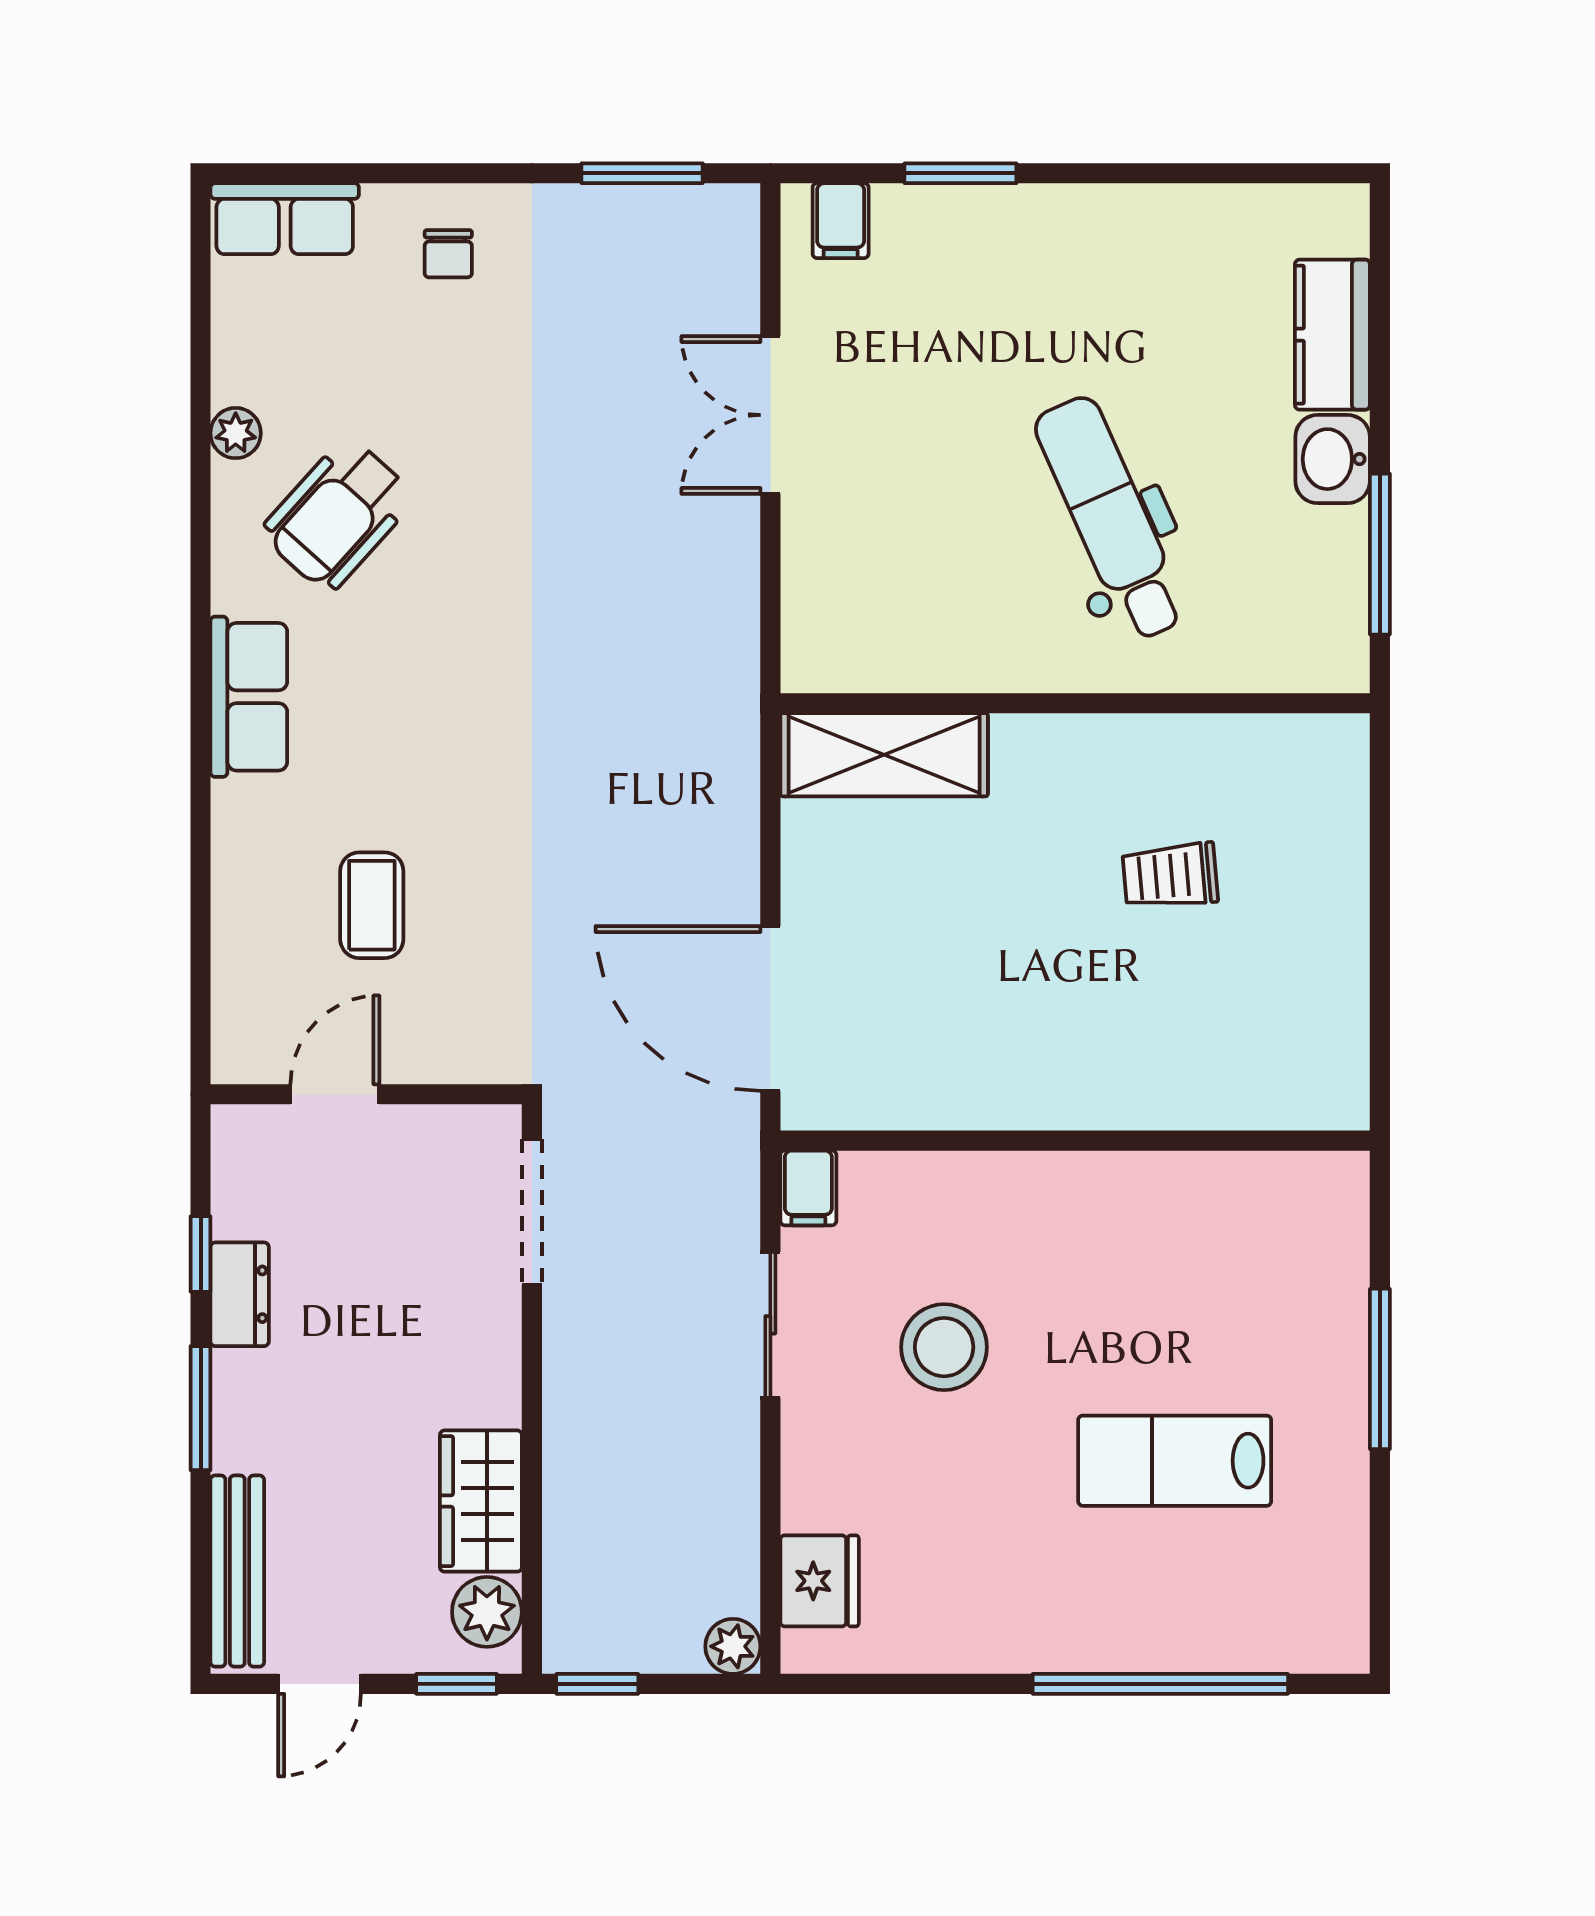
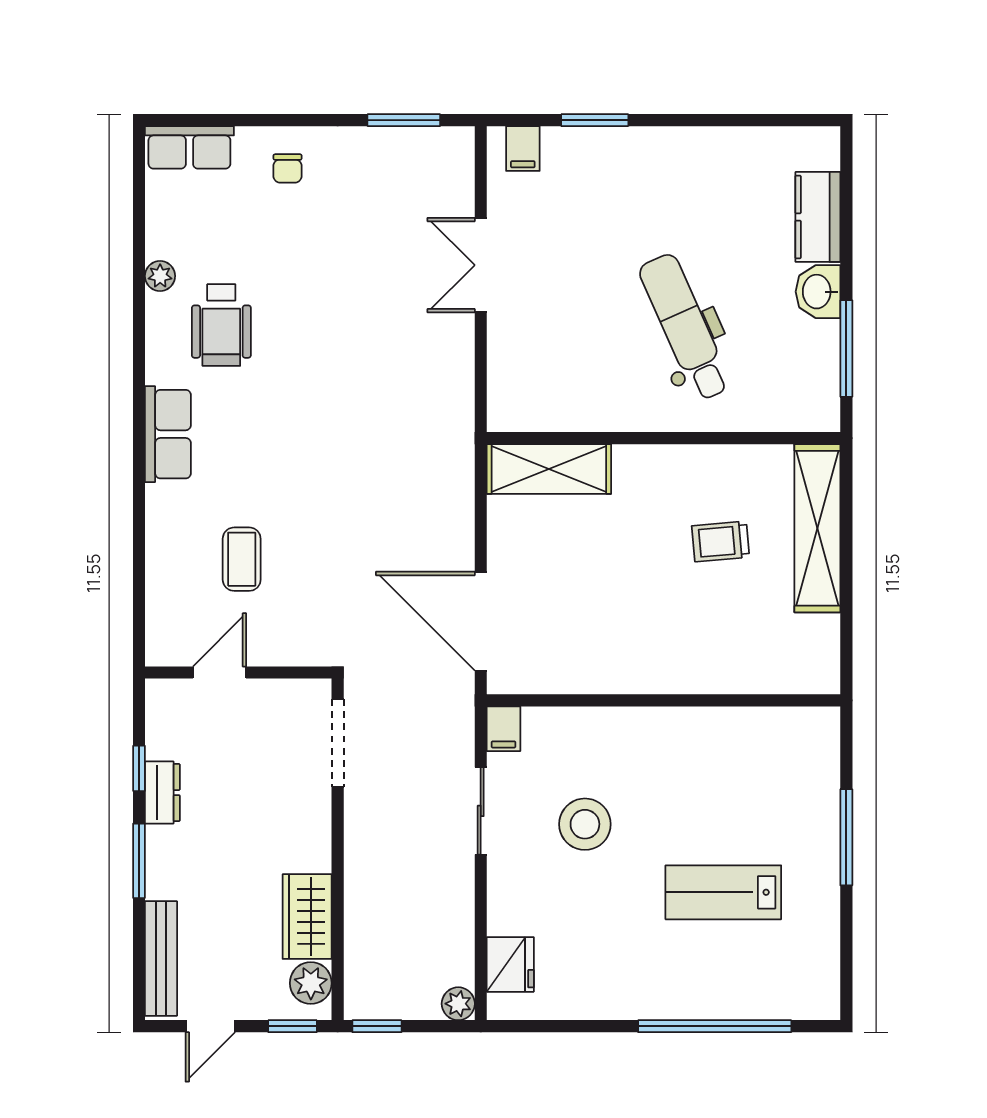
wheelchair: (338, 515) -> (221, 325), turned -42
shelving: (1332, 854) -> (817, 528), added

